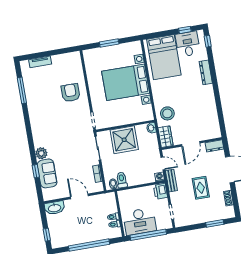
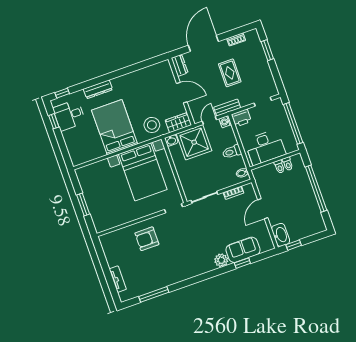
bed: (164, 57) -> (115, 127), moved, turned -90
bed with nightstands: (126, 82) -> (143, 172), moved
shower: (124, 140) -> (194, 142), moved
toilet: (122, 180) -> (232, 152), moved
rug: (201, 188) -> (230, 73), turned 90
desk: (140, 221) -> (265, 147), moved, turned 90
window: (47, 235) -> (294, 245), moved

